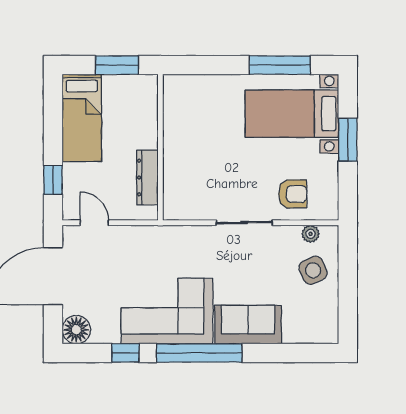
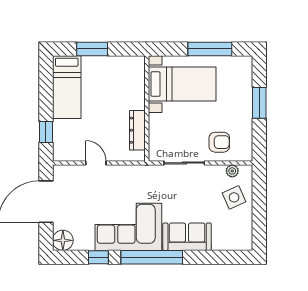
bed with nightstands: (292, 114) -> (182, 84), moved, turned 180
wall: (160, 147) -> (147, 108), moved
dresser: (147, 177) -> (137, 130), moved
door: (94, 223) -> (96, 163), moved

